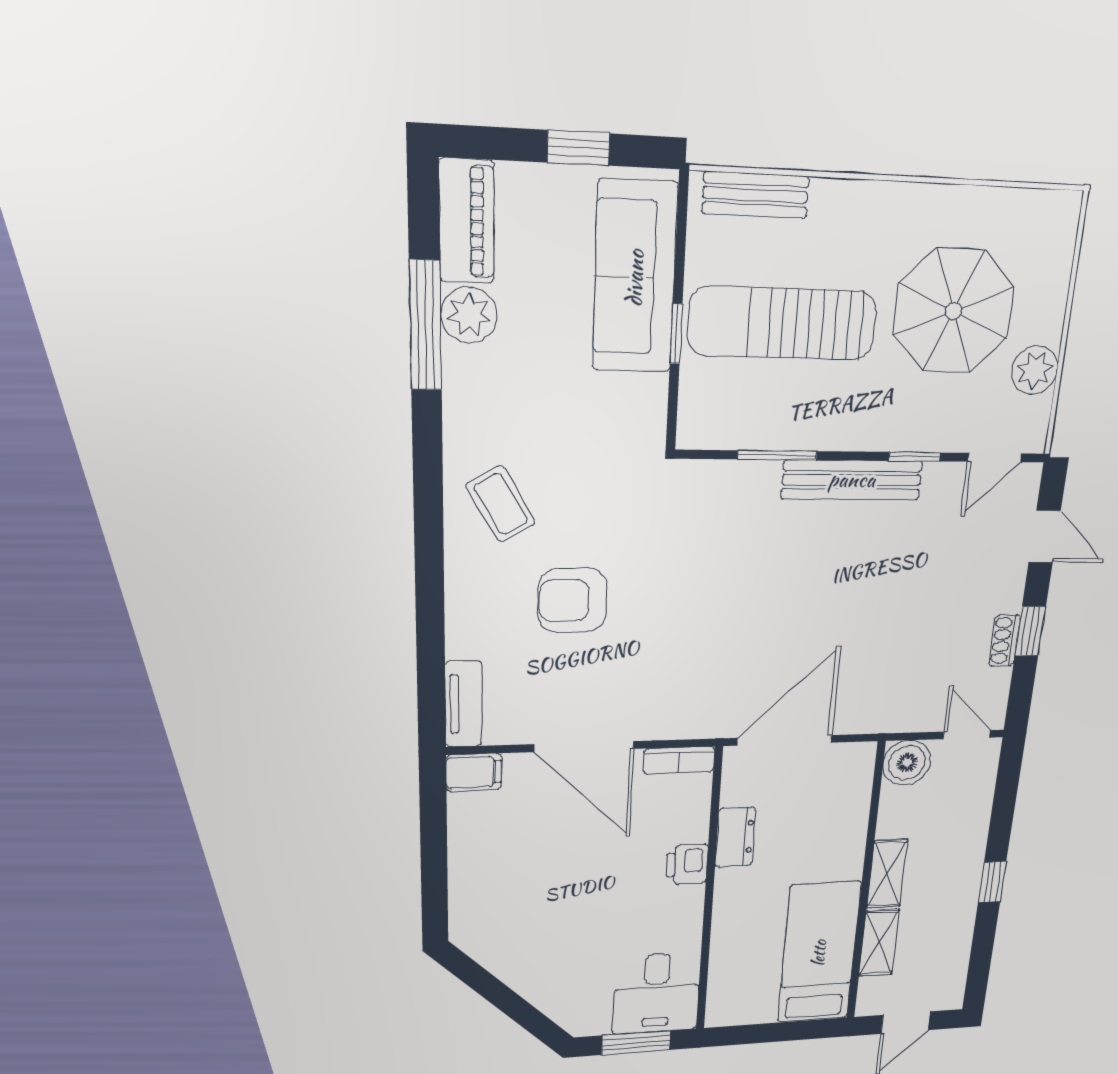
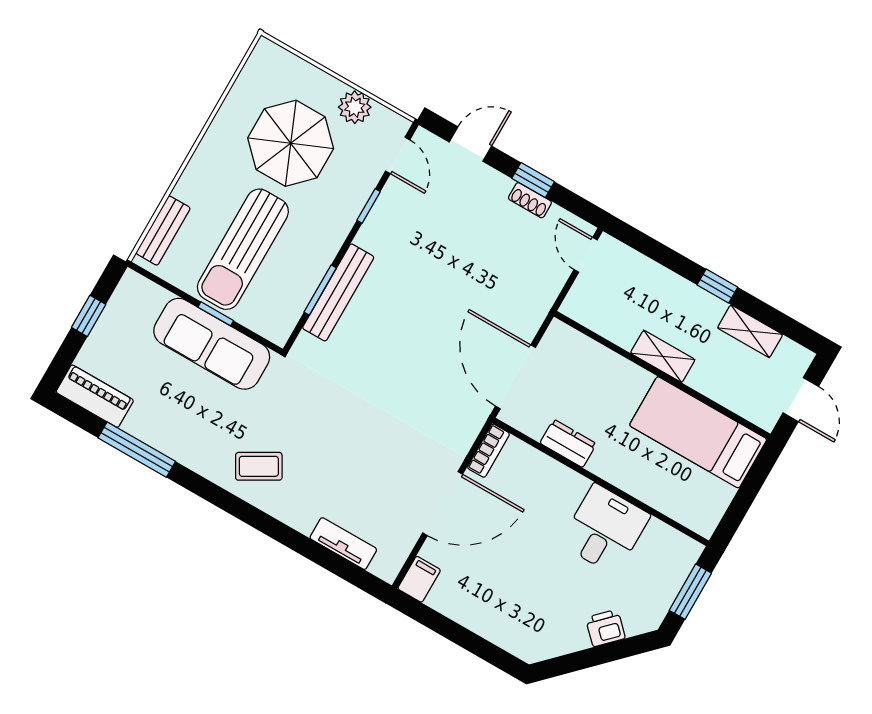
sofa: (635, 278) -> (212, 344), moved
plant: (469, 315) -> (144, 423), removed
bench: (852, 480) -> (338, 292), moved
armchair: (572, 600) -> (341, 458), removed
tv unit: (464, 704) -> (343, 544), moved
door: (967, 735) -> (586, 255), hinge flipped
boiler: (907, 763) -> (582, 304), removed
printer: (687, 864) -> (605, 628), moved, turned 135
shelving: (879, 943) -> (750, 331), moved
desk: (656, 993) -> (605, 529), moved, turned -90

